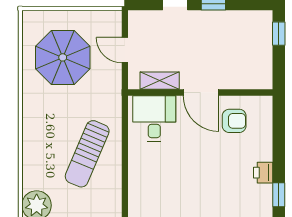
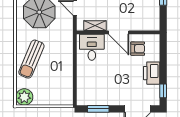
sun lounger: (87, 154) -> (31, 59), moved
printer: (263, 173) -> (152, 73), width x1.87, depth x1.48

